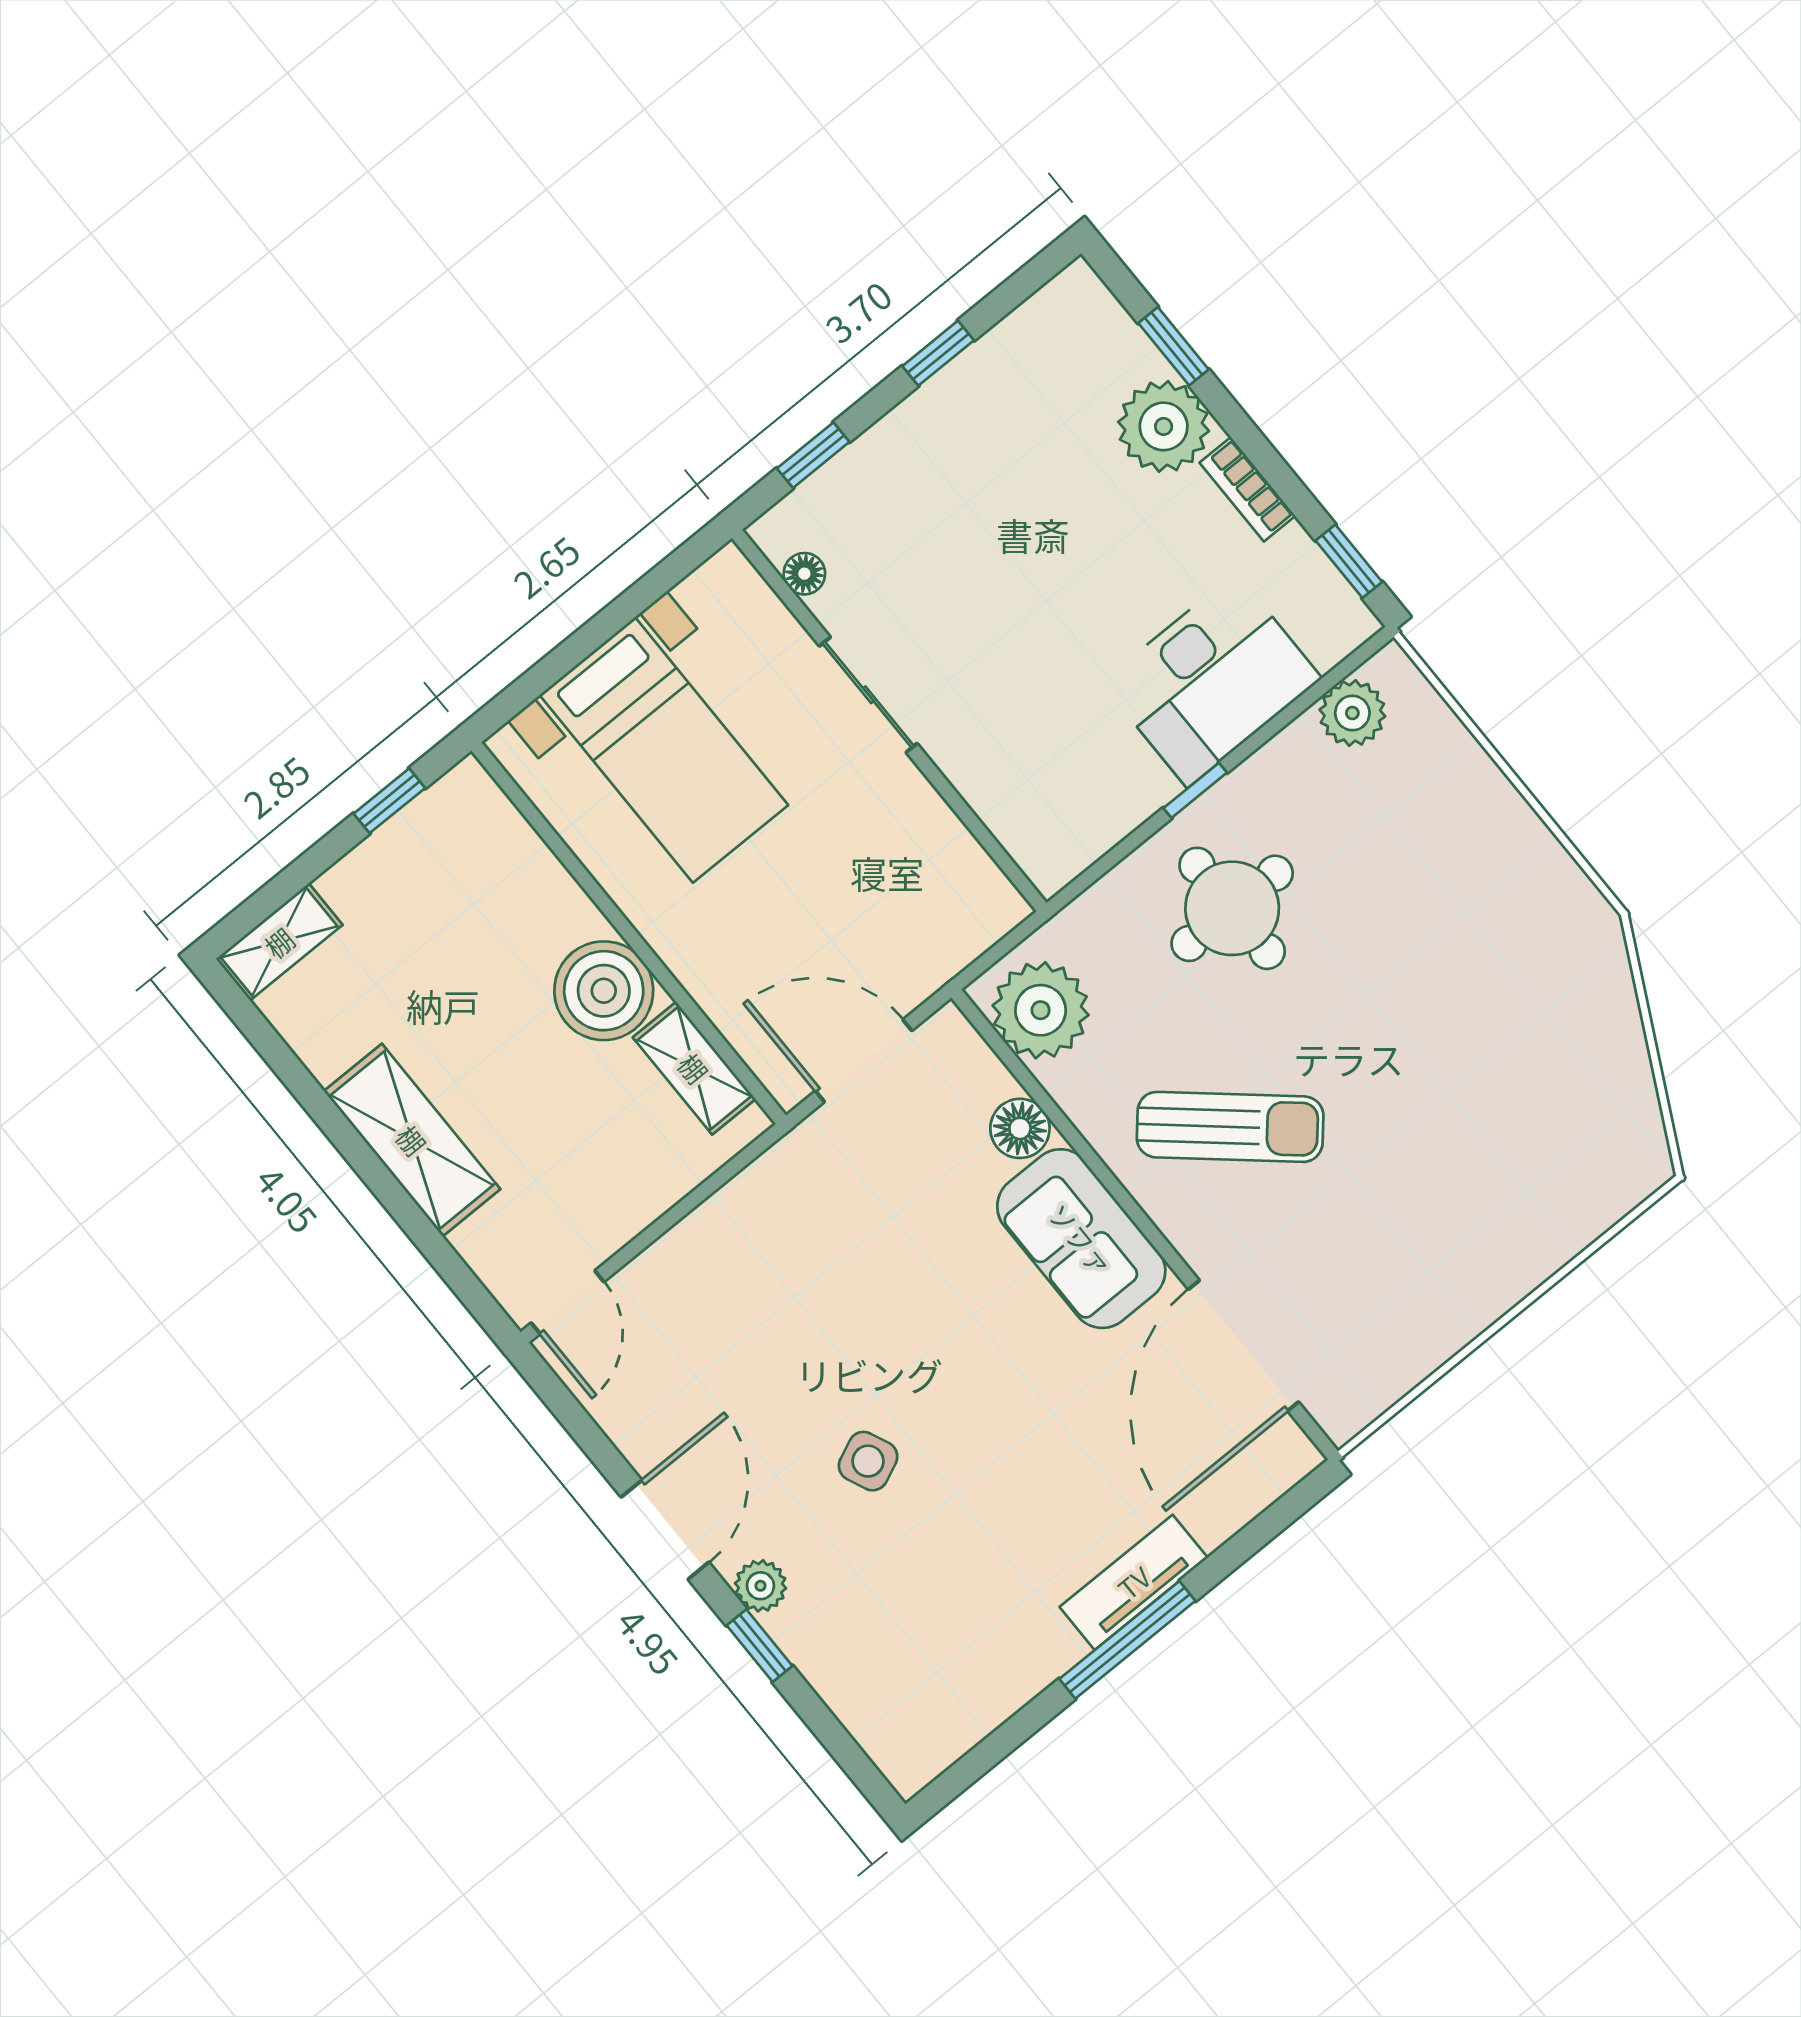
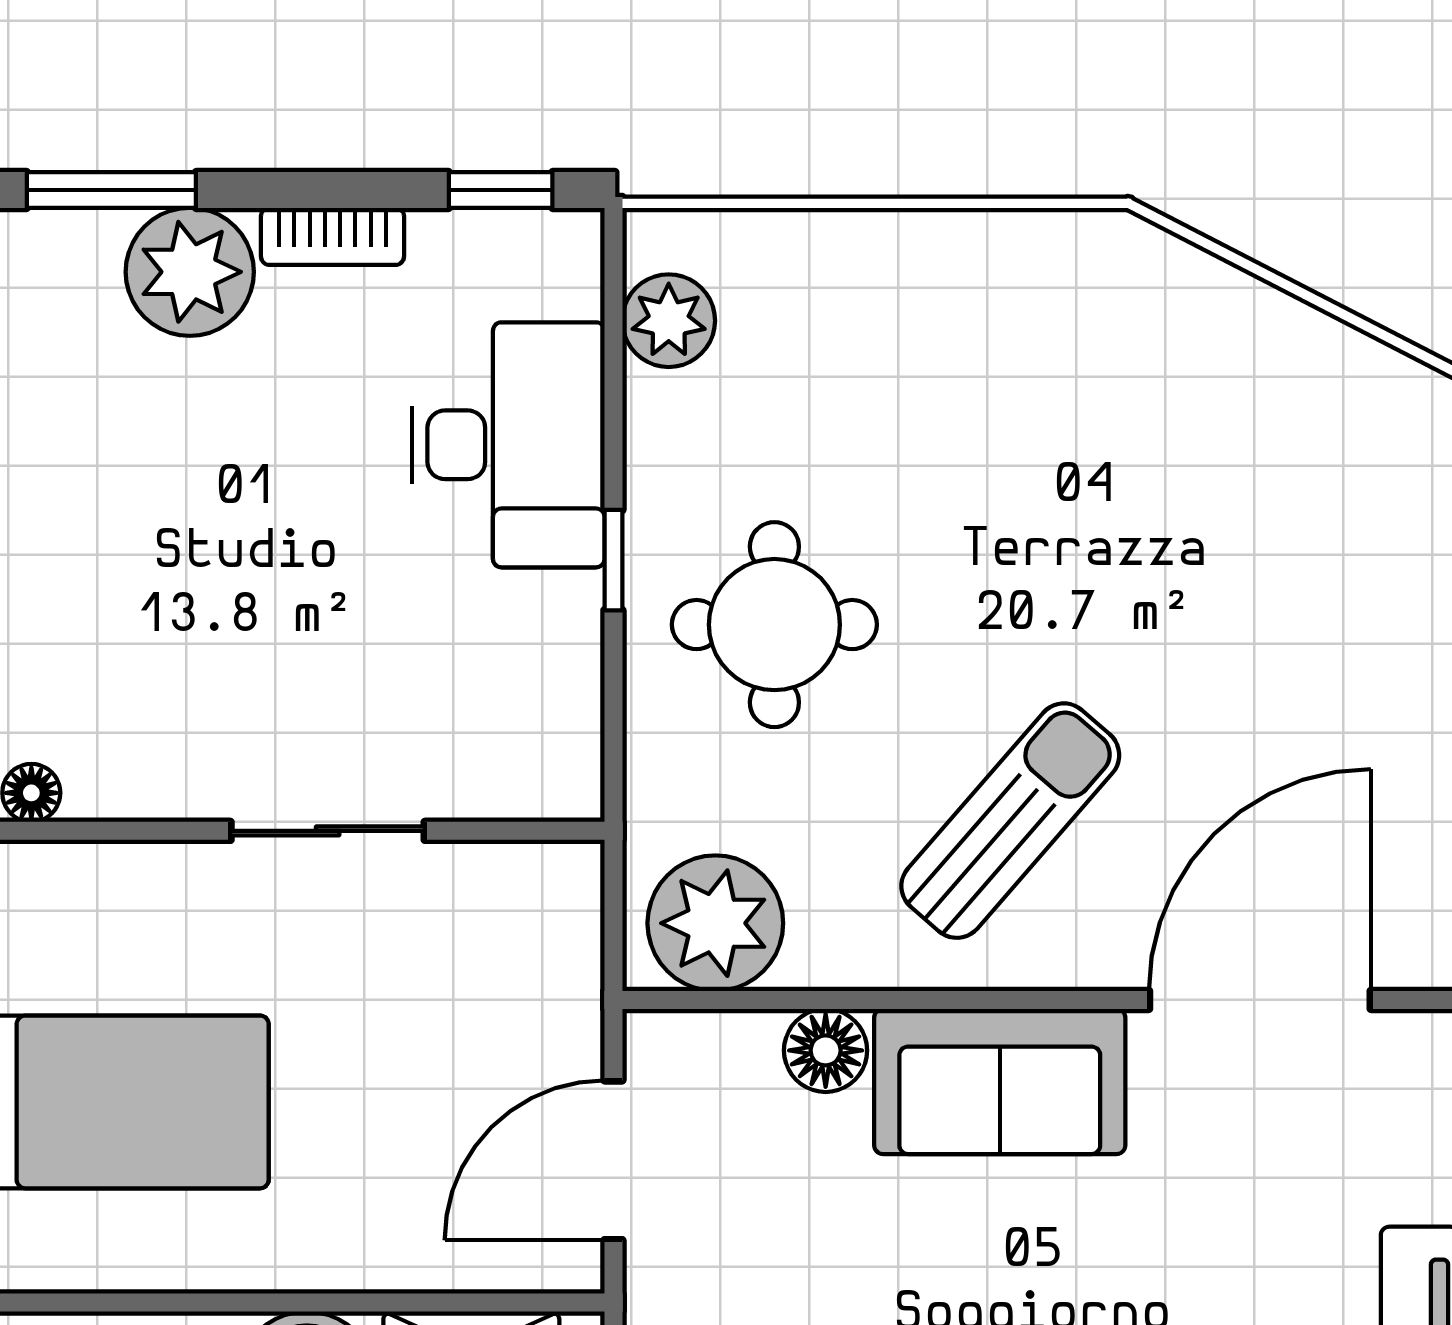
window: (1173, 346) -> (111, 190), width x1.50
sliding door: (868, 695) -> (328, 831), moved
door: (1243, 1346) -> (1260, 1000), swing flipped

